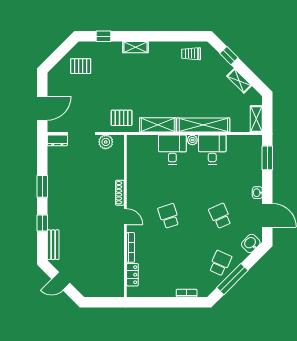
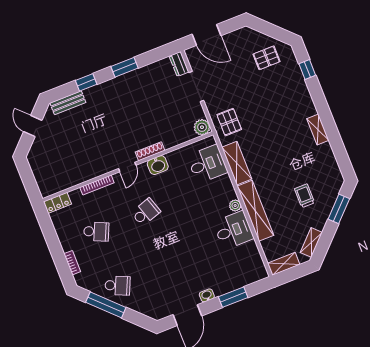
shelving: (135, 47) -> (318, 130), moved
trolley: (191, 54) -> (305, 196), moved
window: (229, 56) -> (339, 209), width x1.50
pallet: (81, 66) -> (267, 58), turned 90
shelving: (239, 81) -> (311, 242), moved
plant: (106, 142) -> (202, 127), moved
desk: (172, 150) -> (207, 164), moved
window: (267, 158) -> (233, 297), moved
school desk: (220, 216) -> (96, 232), moved, turned 48
washbasin: (251, 243) -> (158, 165), moved, turned 135
locker: (132, 275) -> (57, 203), moved

